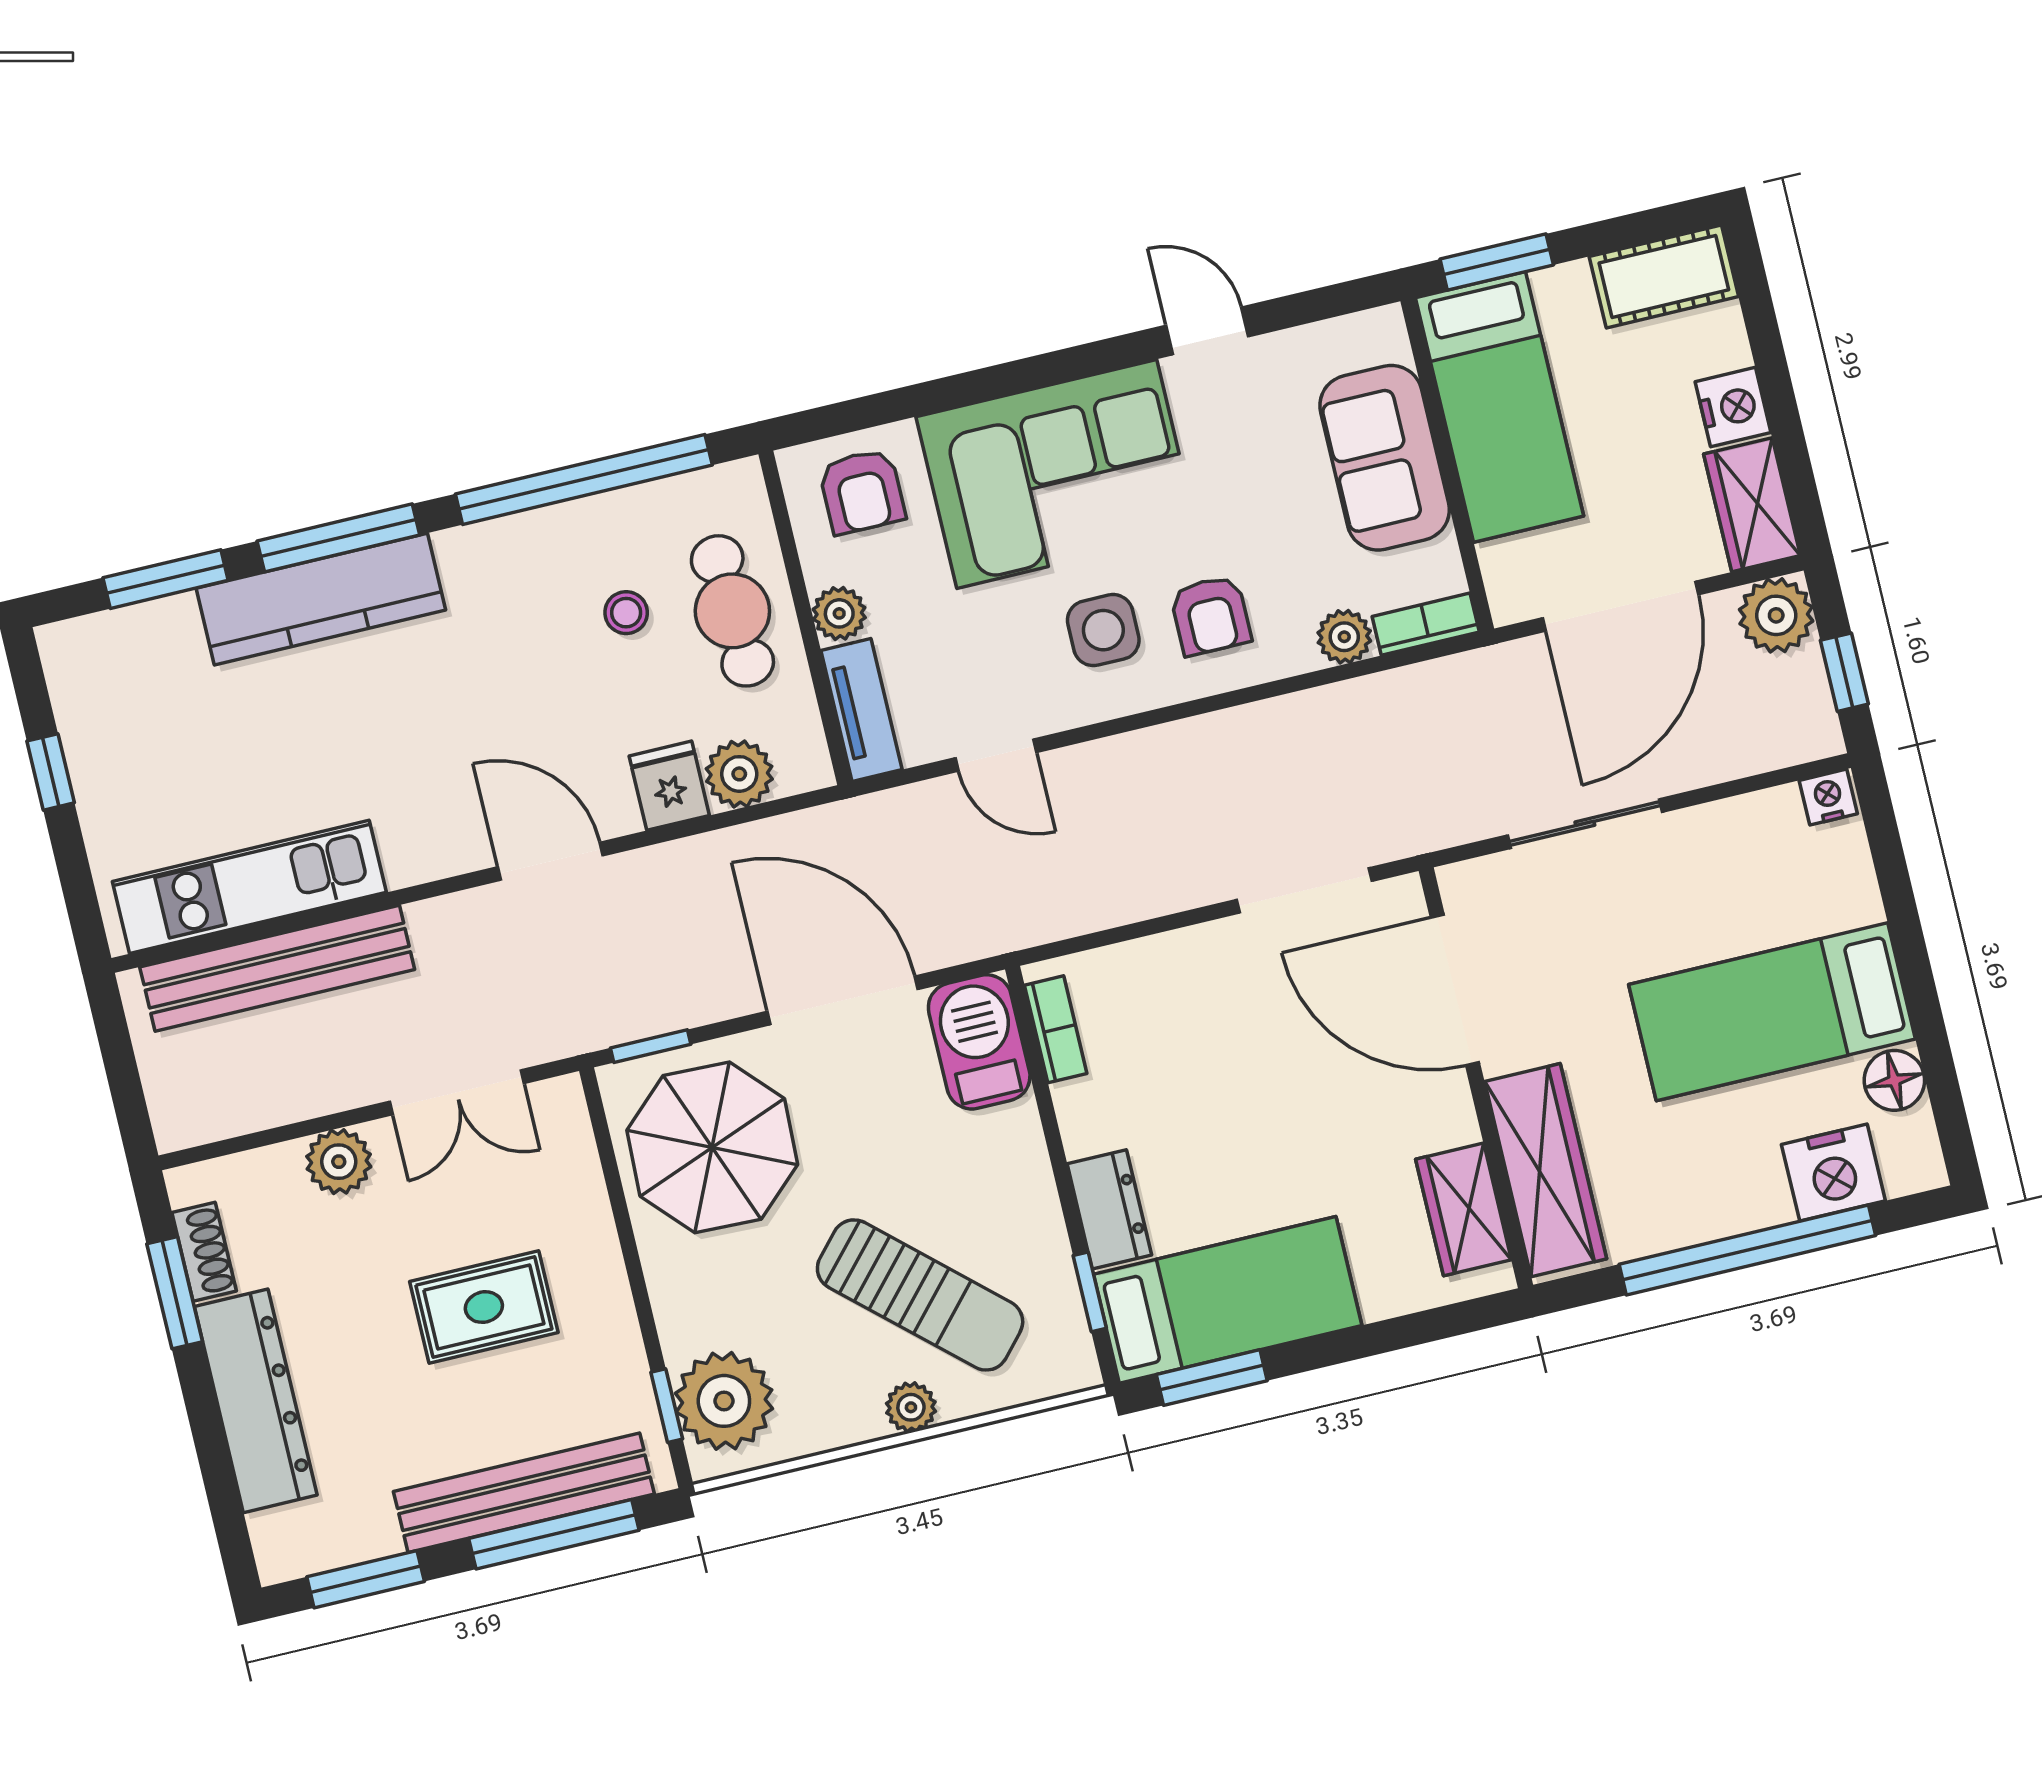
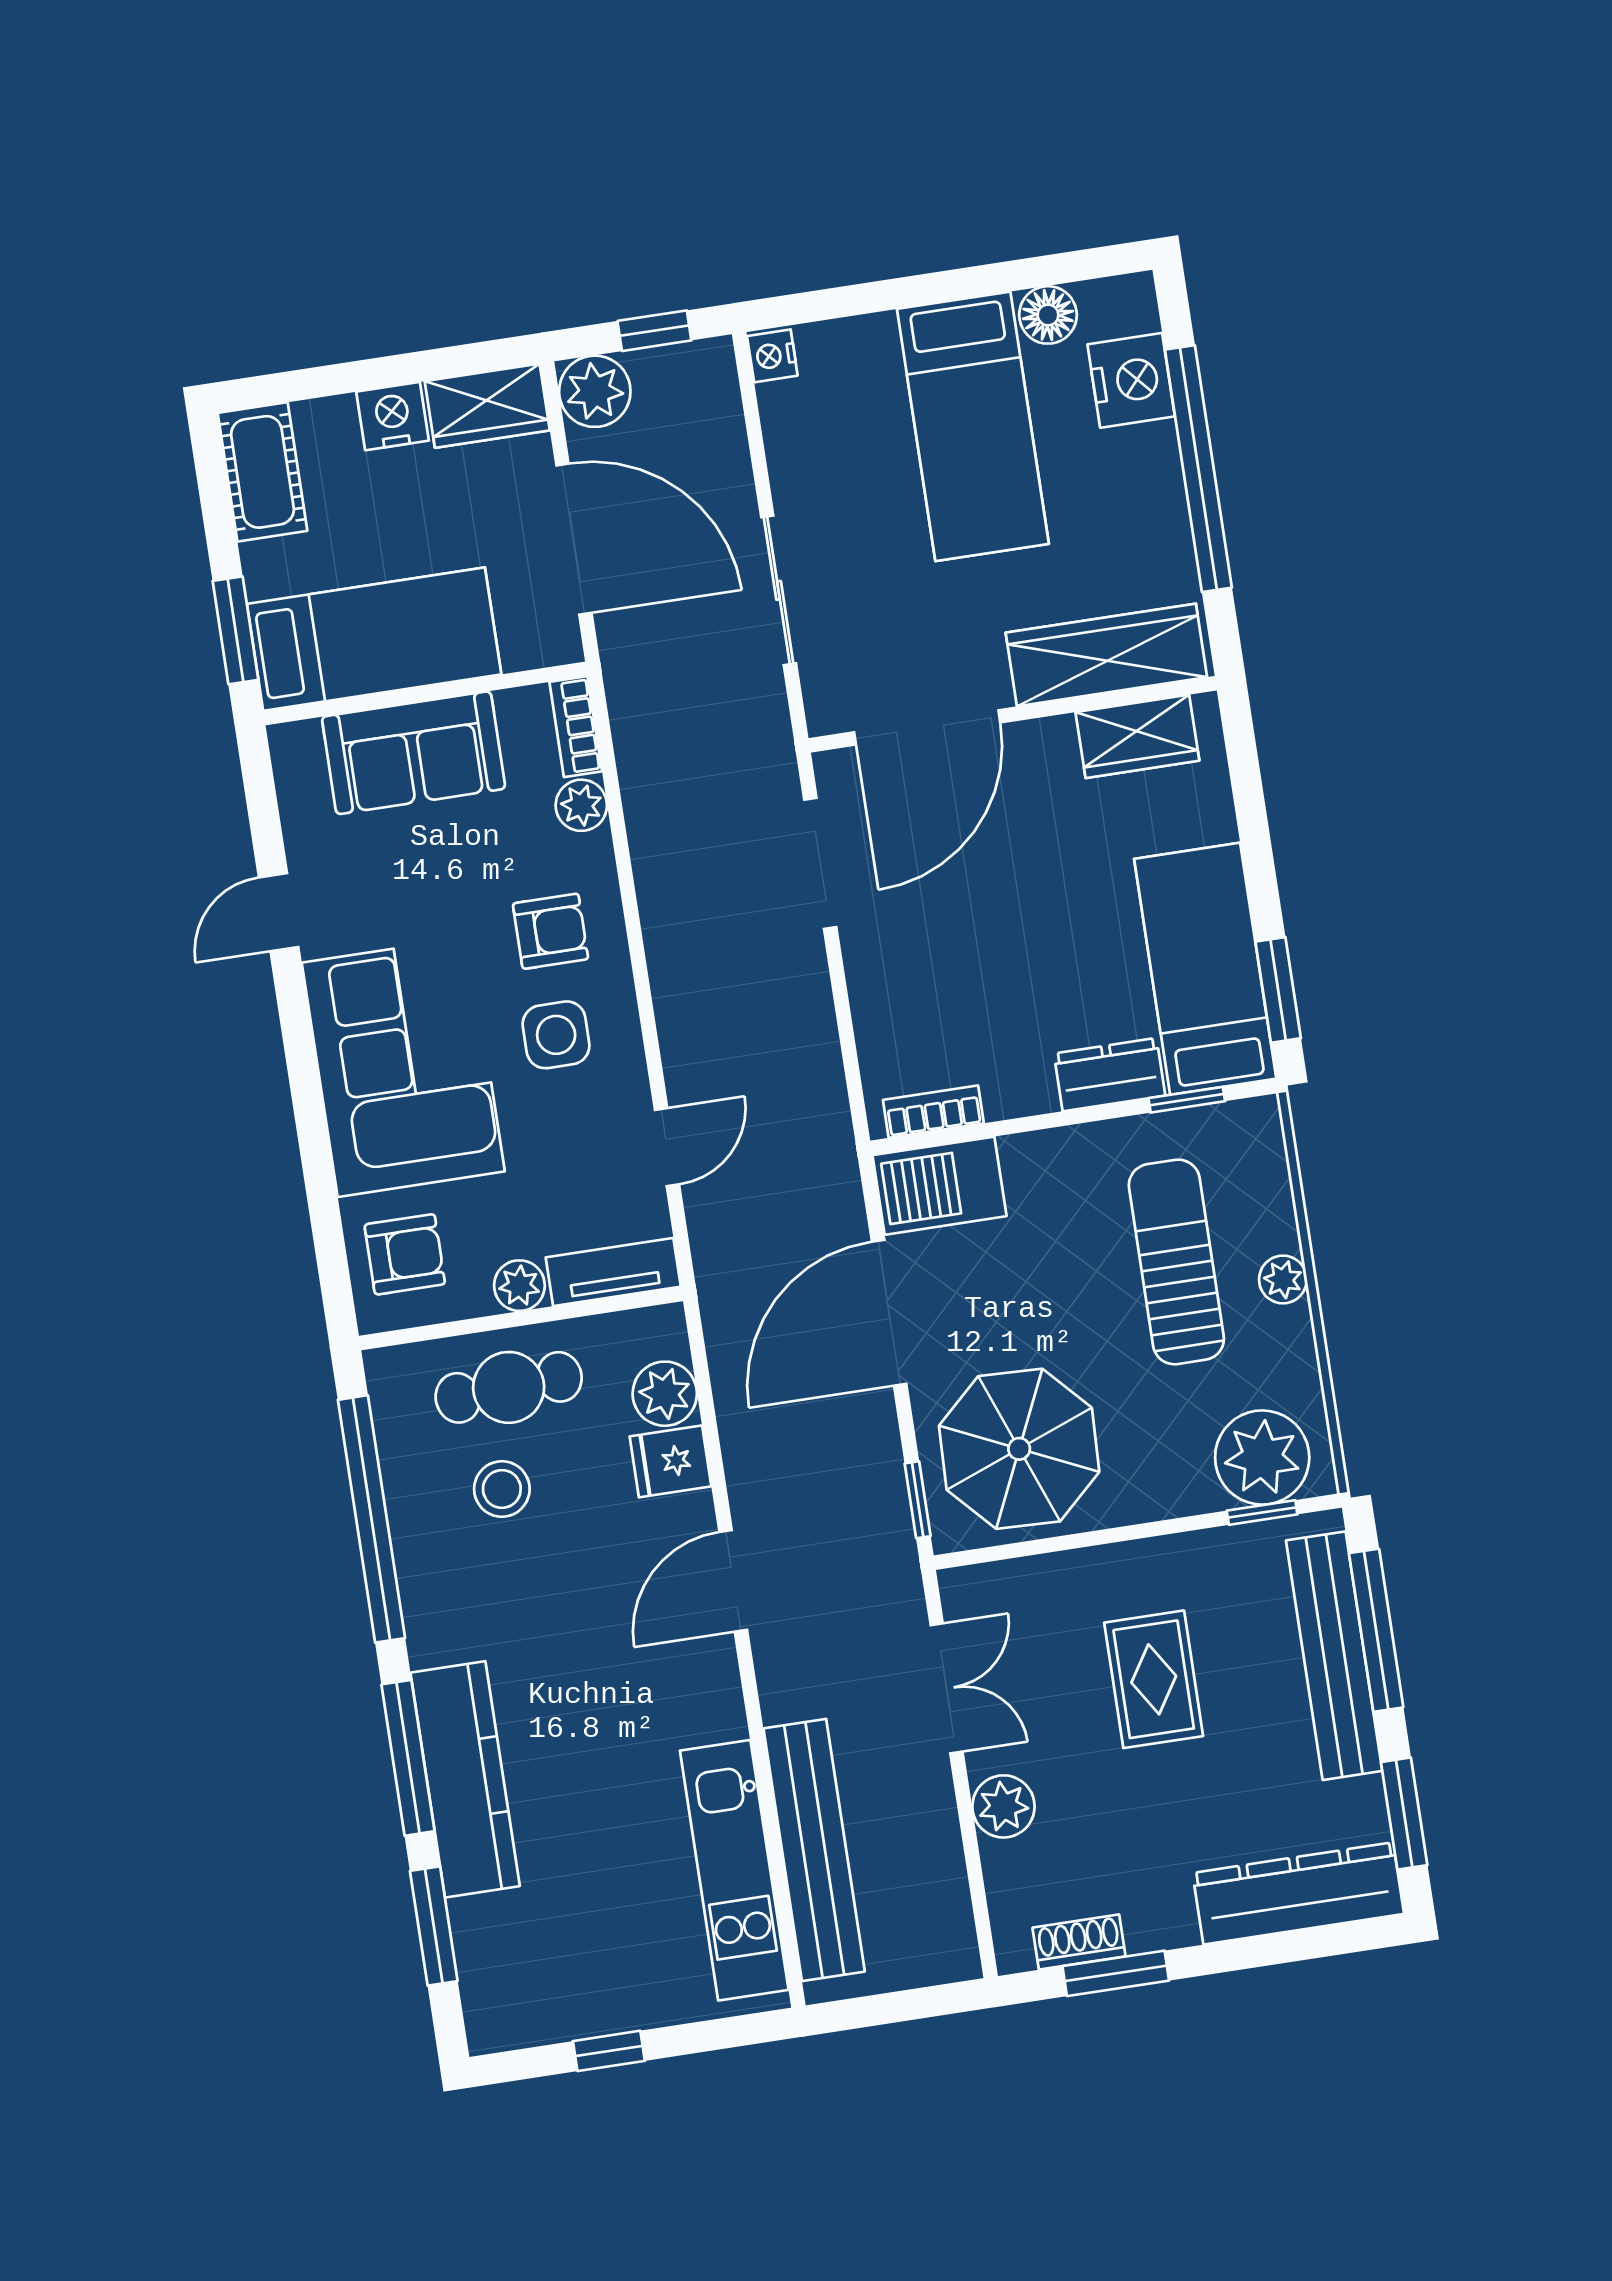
stool: (626, 613) -> (502, 1489), width x1.37, depth x1.37
sun lounger: (920, 1295) -> (1176, 1262), turned -42
dresser: (256, 1401) -> (1298, 1893), moved

